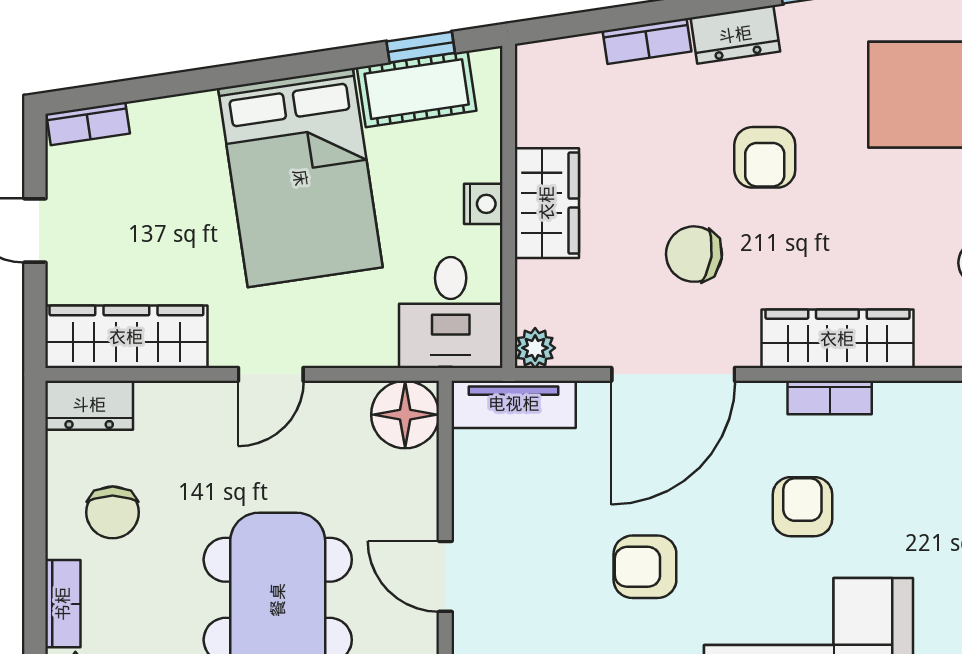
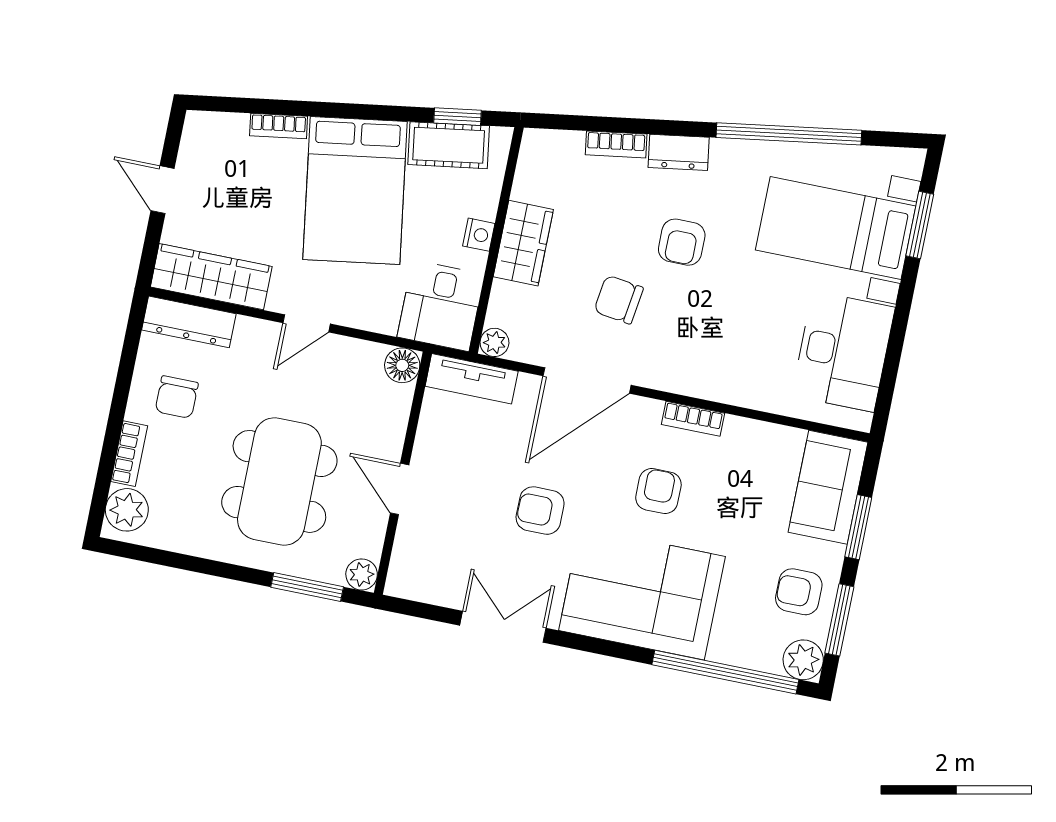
bookcase: (88, 124) -> (279, 126), moved
wardrobe: (837, 339) -> (707, 379), removed
dresser: (89, 405) -> (189, 322), width x1.44
floor lamp: (405, 415) -> (402, 365), width x0.73, depth x0.73

